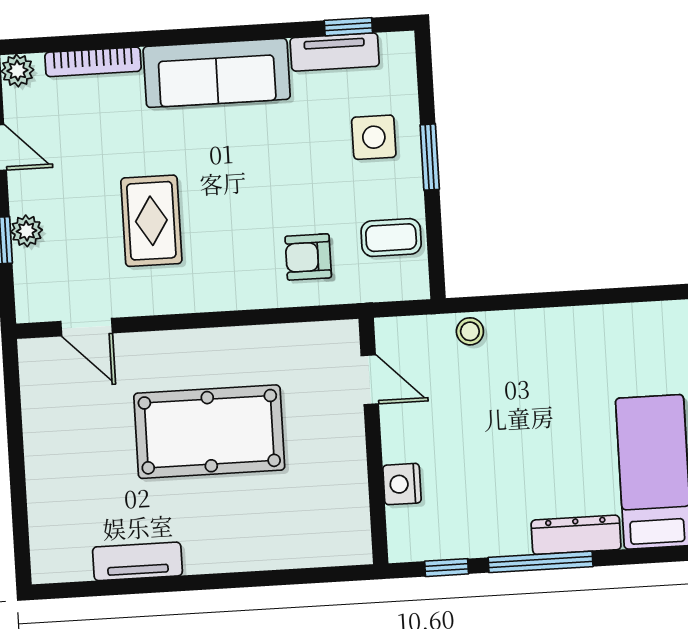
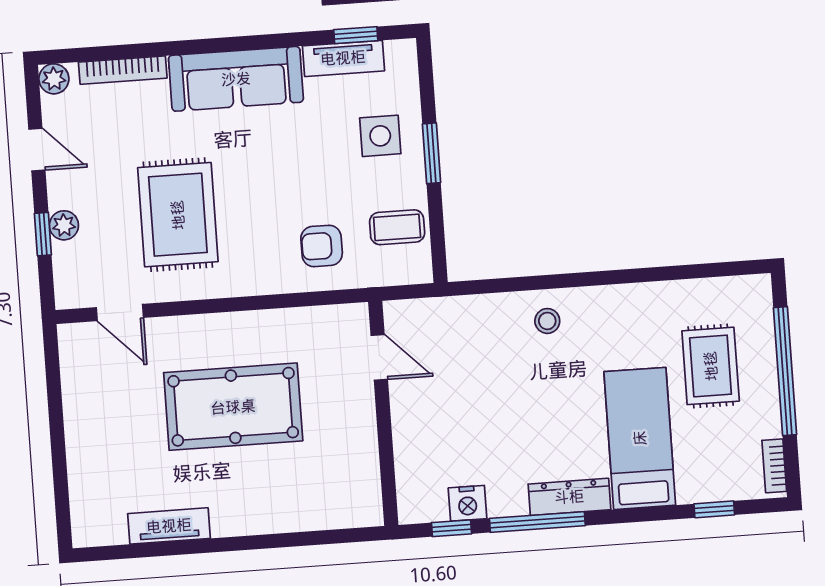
rug: (151, 221) -> (178, 215), width x1.36, depth x1.43
stool: (470, 331) -> (547, 321), moved
nightstand: (402, 484) -> (467, 503), moved, turned -90

